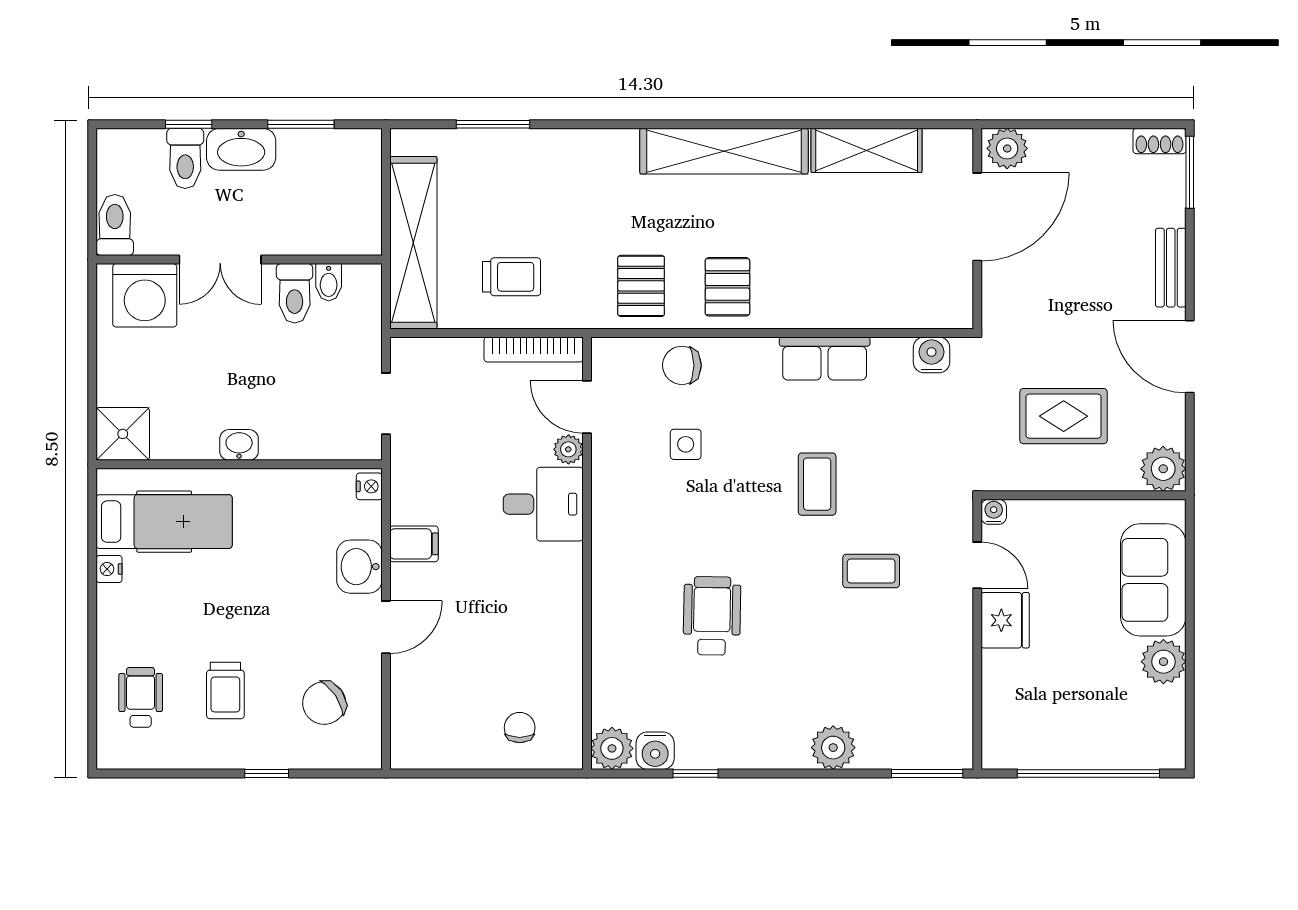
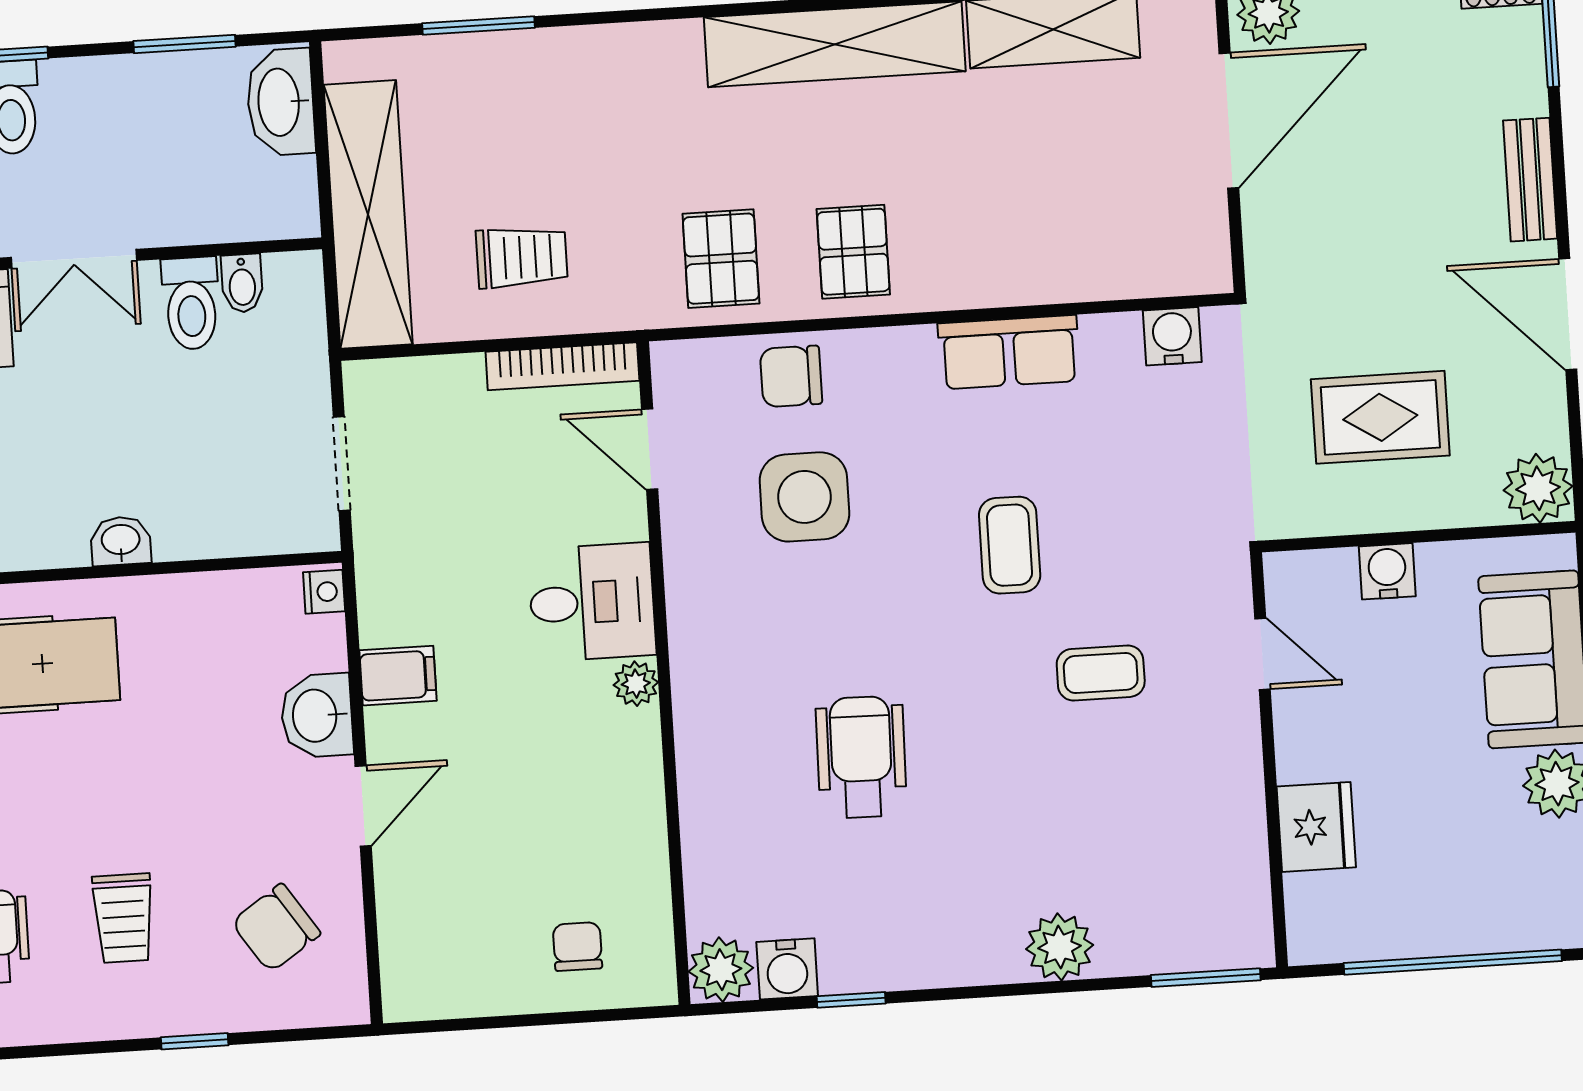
washbasin: (241, 149) -> (281, 102), moved, turned 90
side table: (686, 444) -> (804, 497), width x1.87, depth x1.87
plant: (568, 449) -> (636, 684), moved
water cooler: (994, 512) -> (1387, 571), moved, width x1.38, depth x1.38
fridge: (1005, 620) -> (1316, 827), moved

